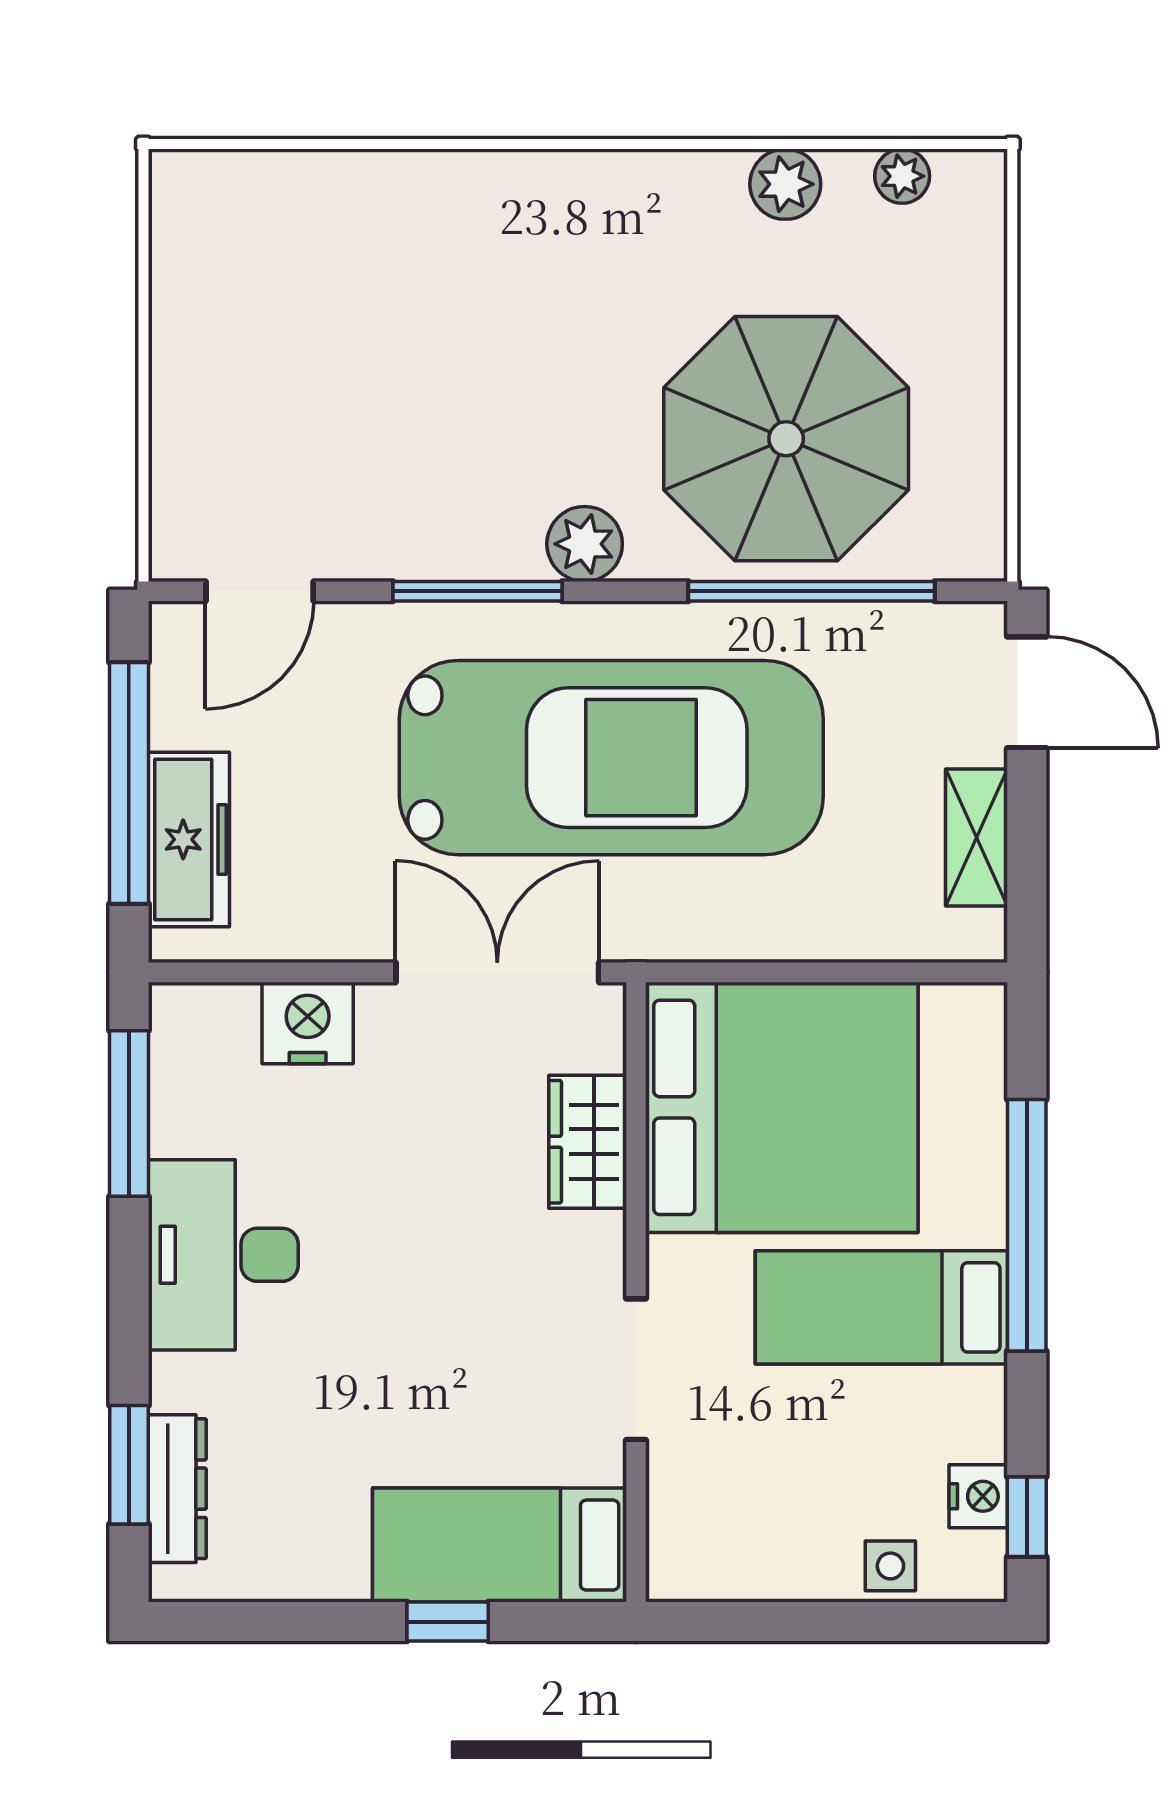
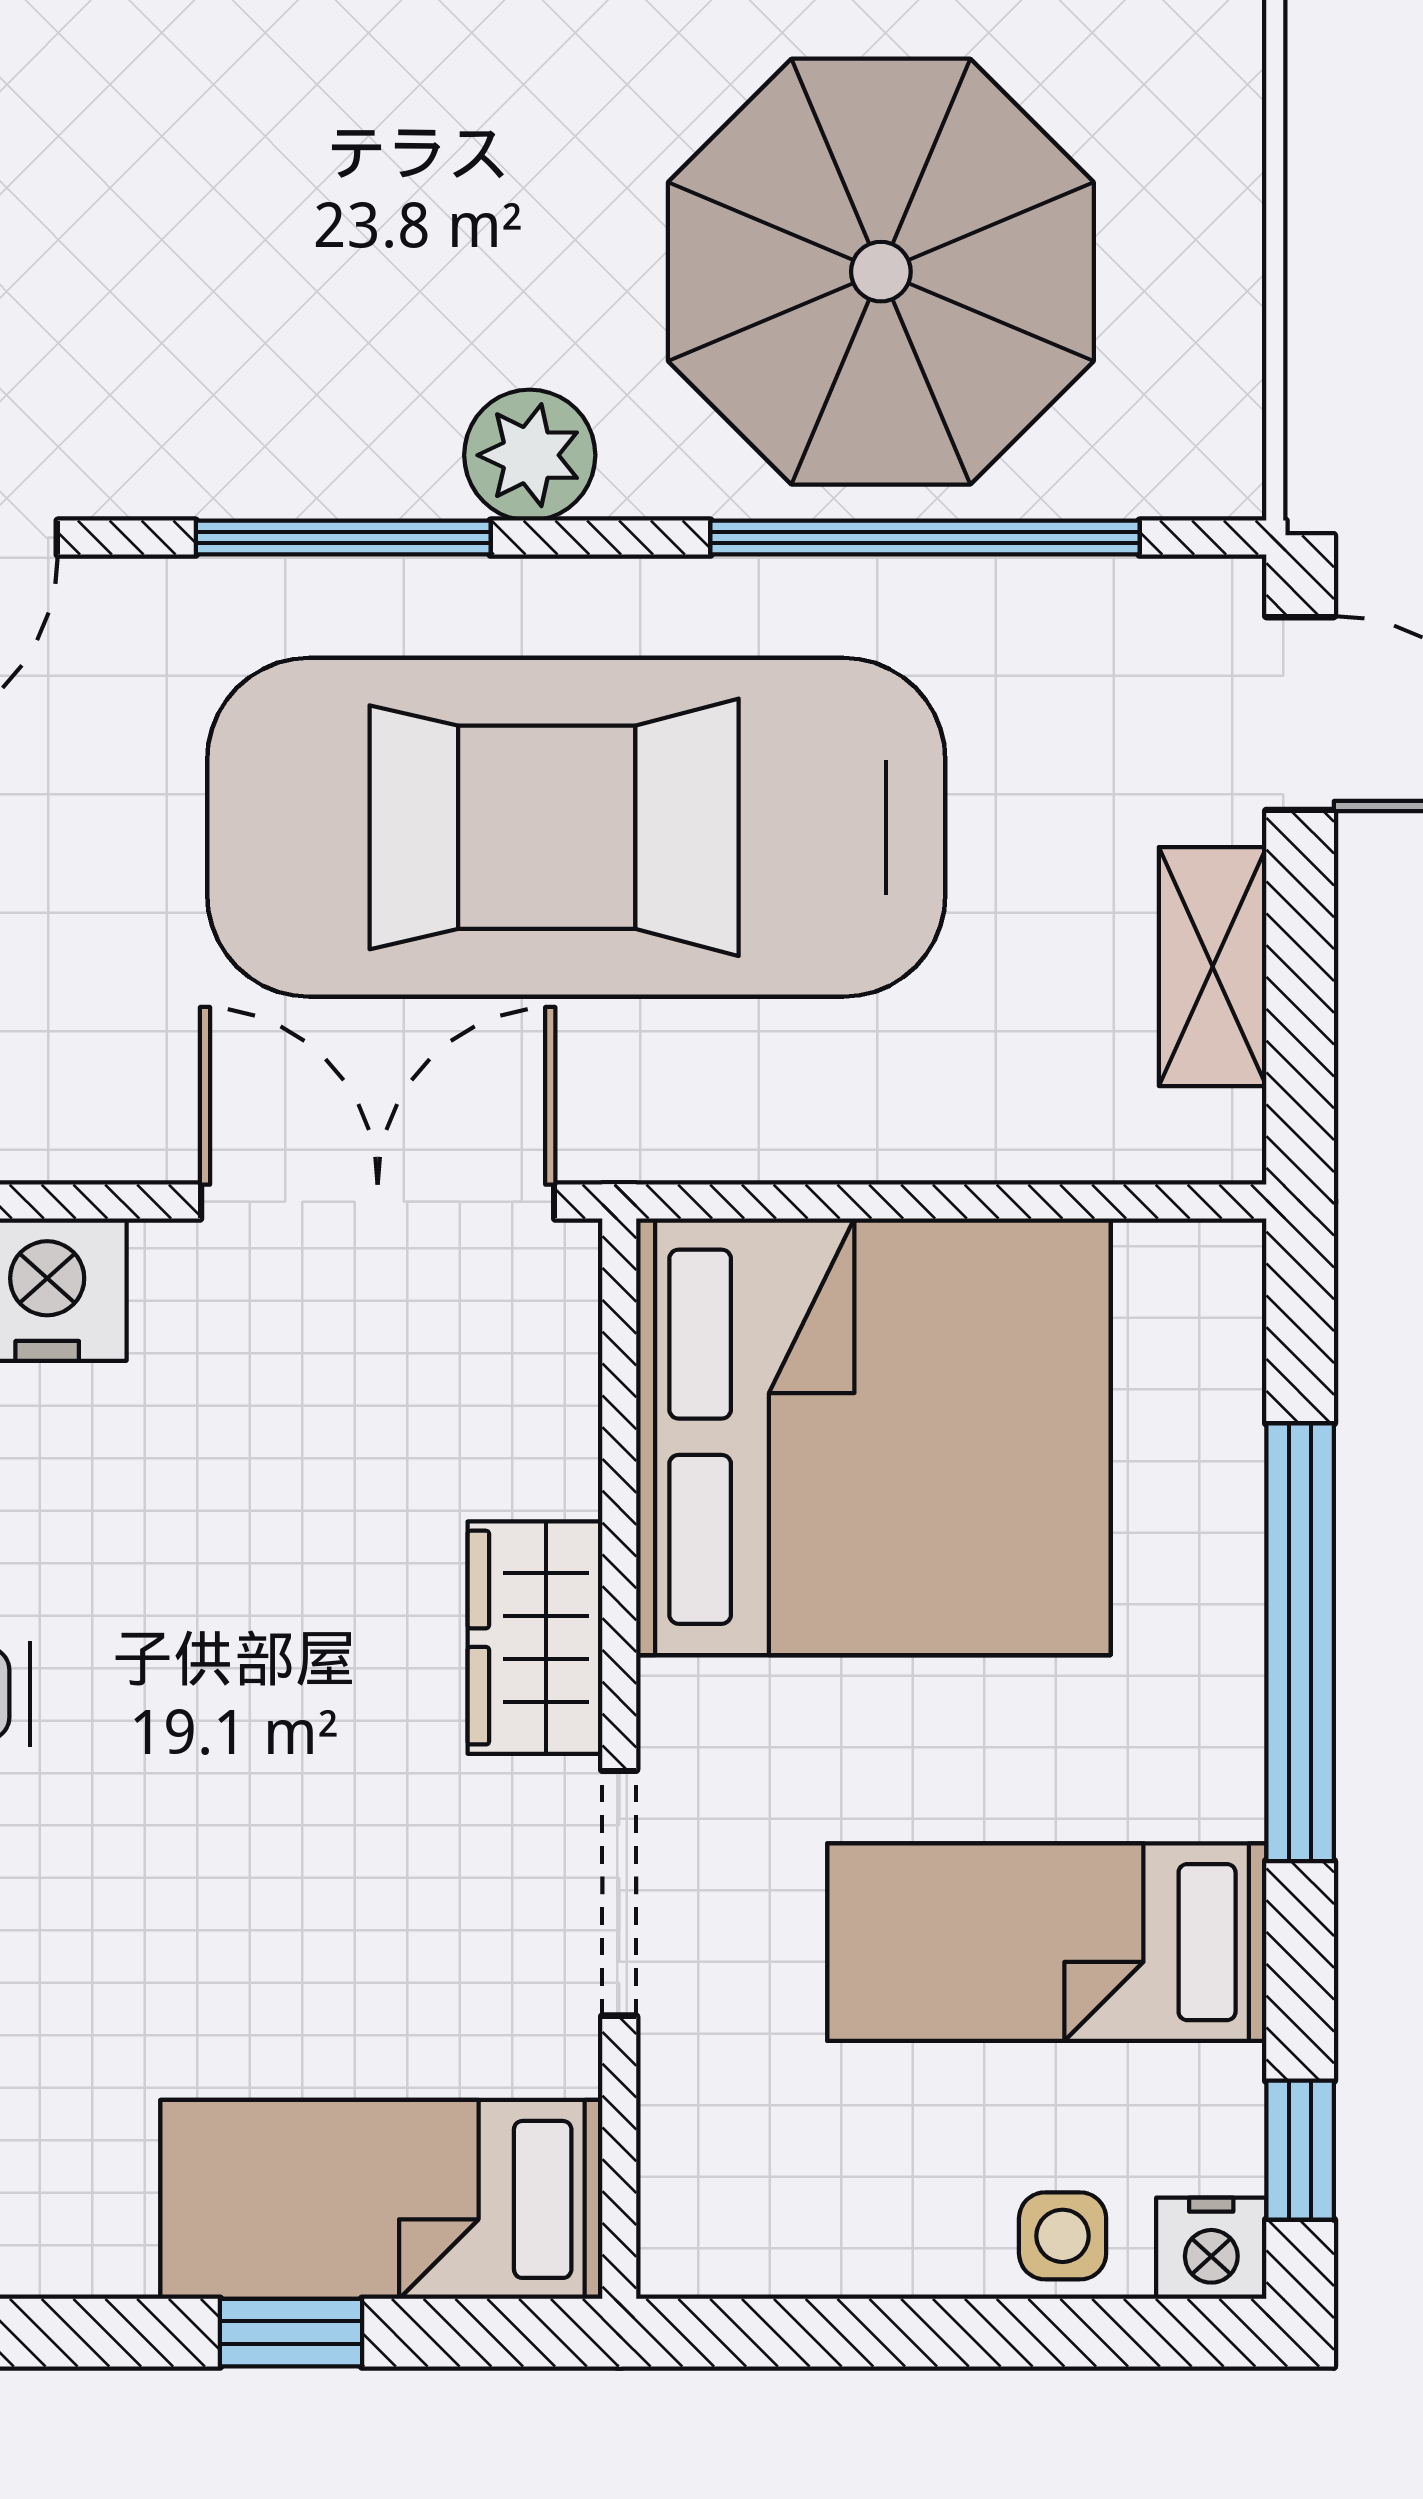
car: (611, 758) -> (576, 827), turned 180
wardrobe: (588, 1142) -> (535, 1638), moved
bed: (881, 1307) -> (1047, 1942), moved
nightstand: (978, 1496) -> (1211, 2248), moved, turned 90

